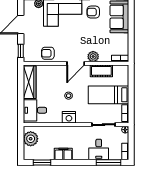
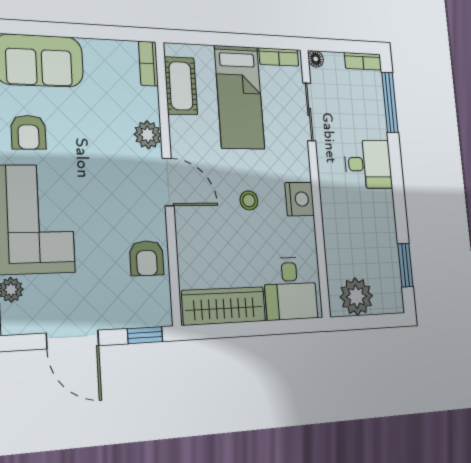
cot: (101, 71) -> (181, 86), moved
desk: (99, 150) -> (368, 164), moved
filing cabinet: (63, 154) -> (382, 212), removed

